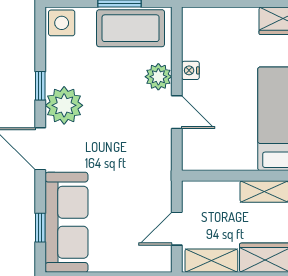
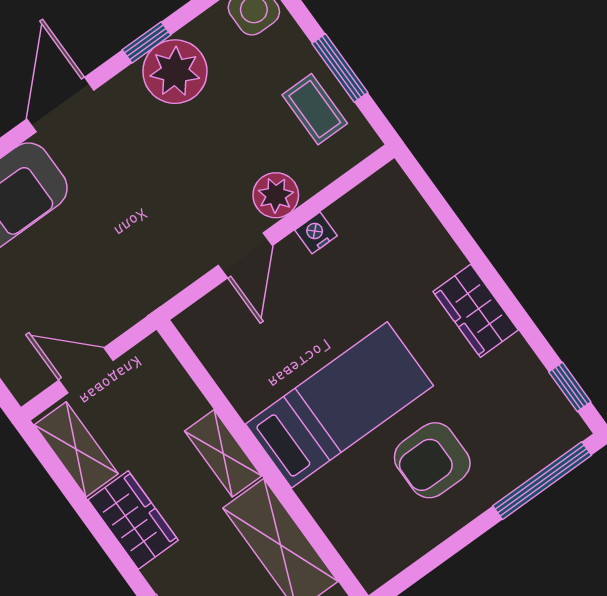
coffee table: (131, 28) -> (315, 109), width x0.54, depth x0.58
plant: (64, 105) -> (175, 72), moved

